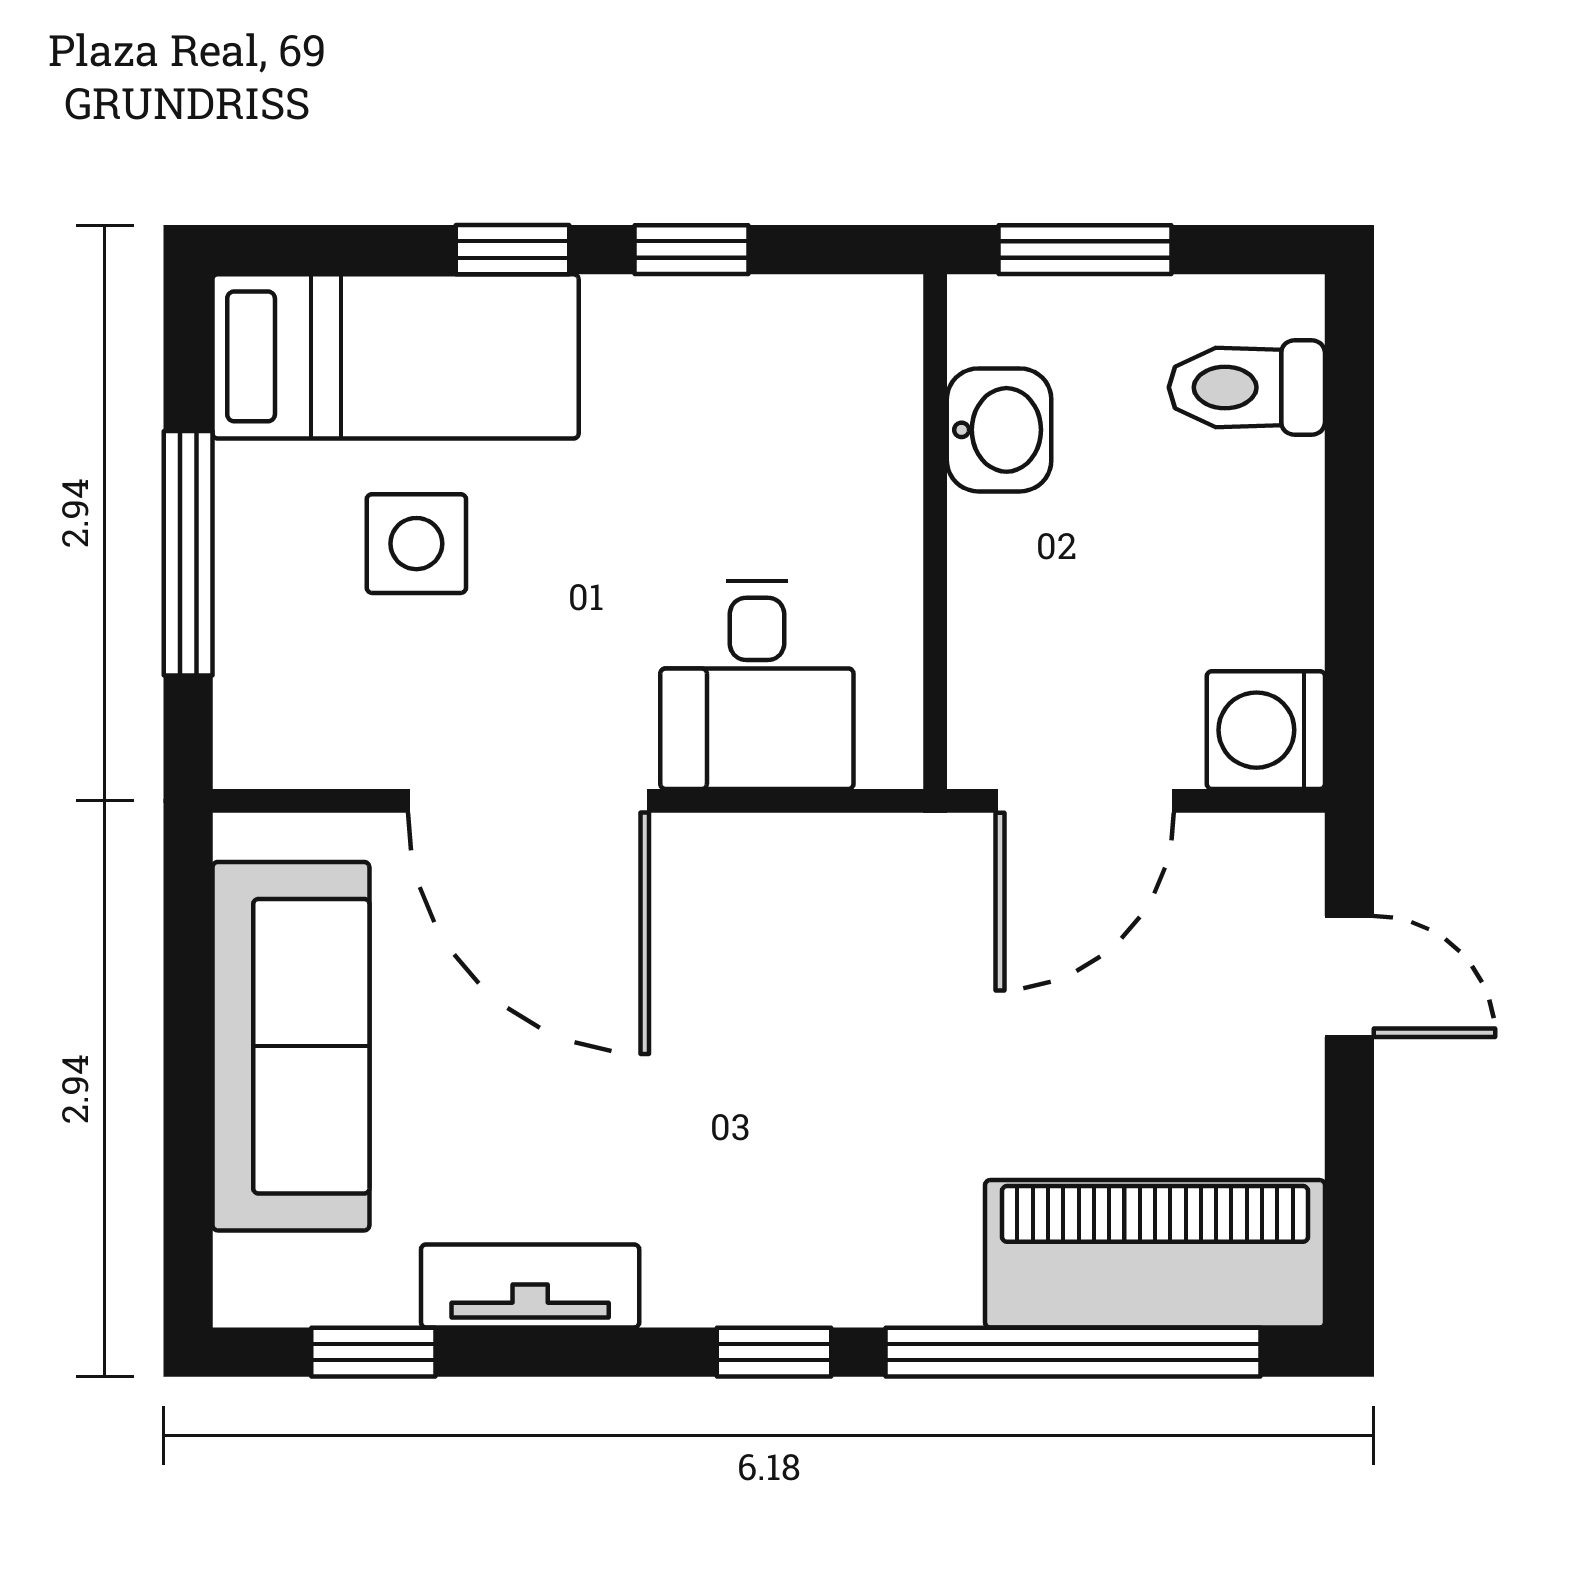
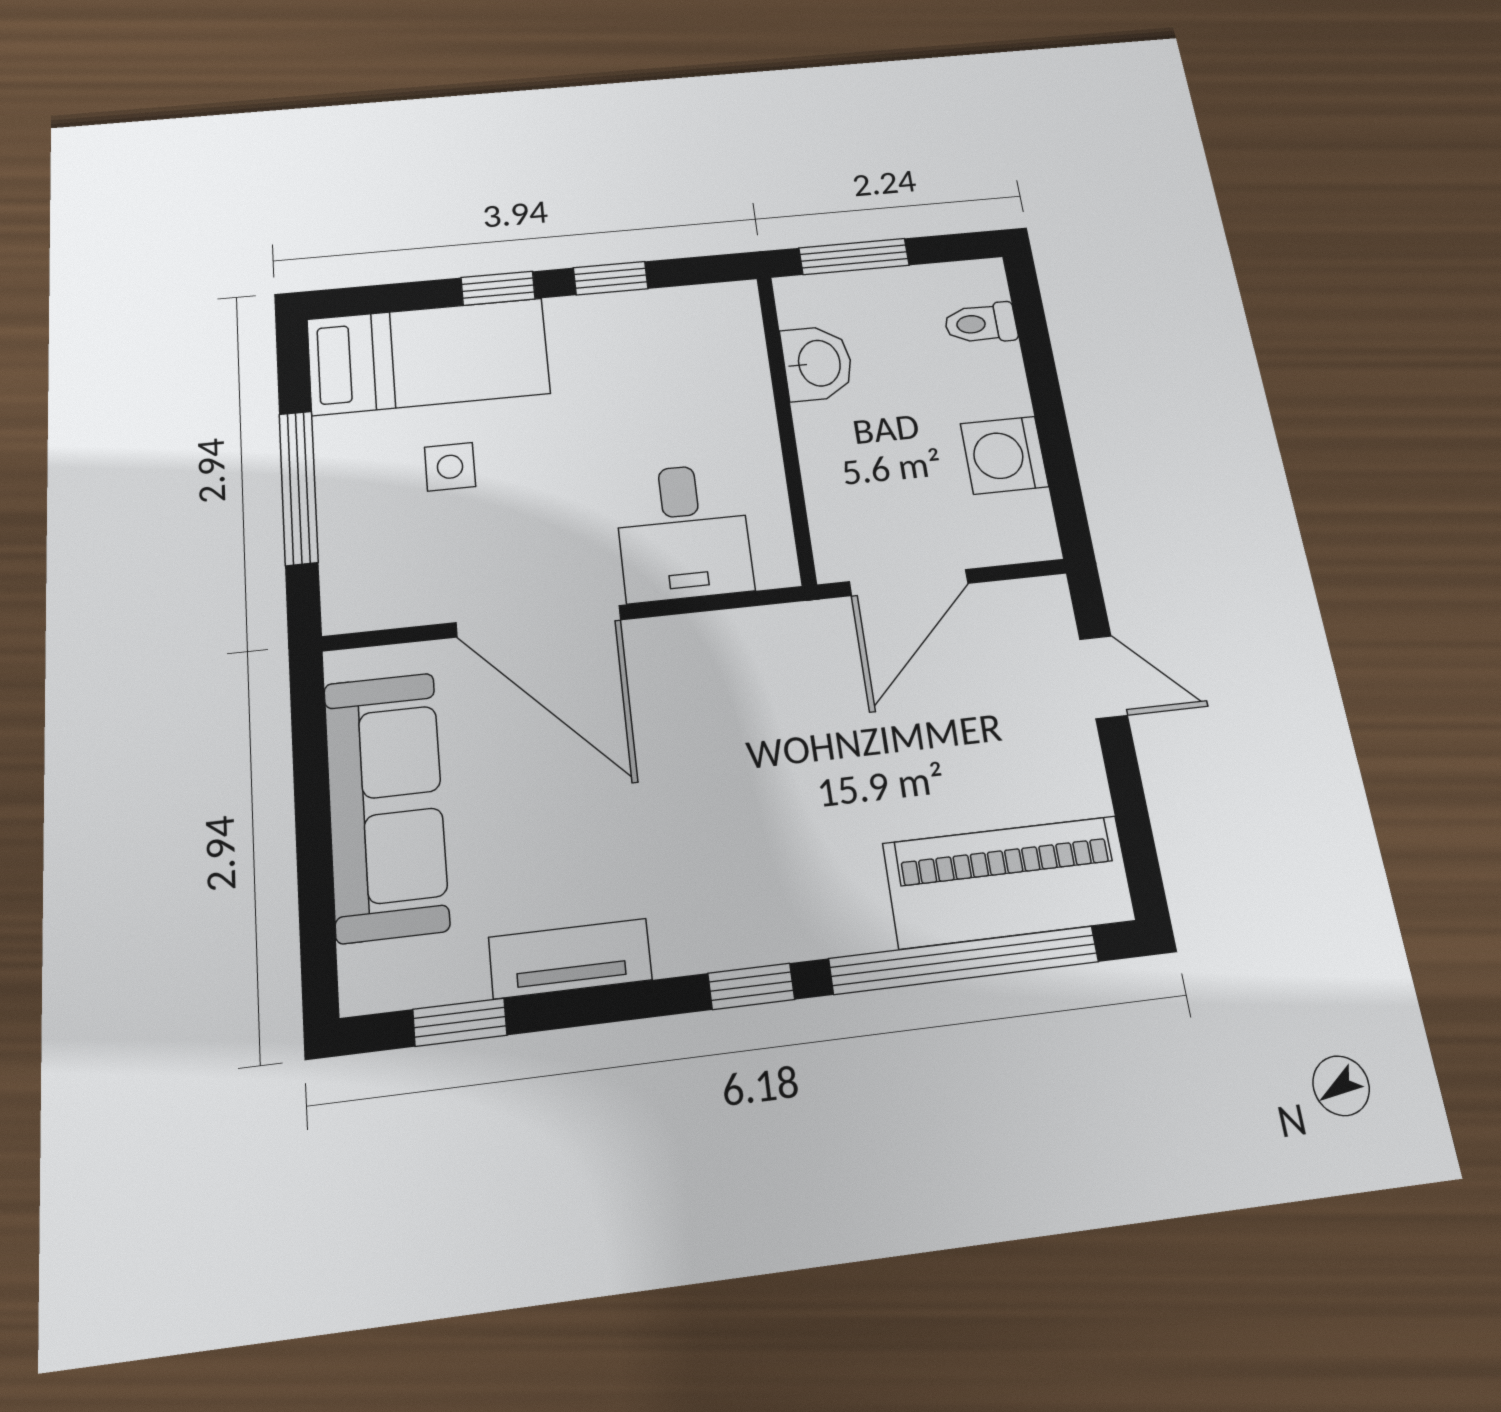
toilet: (1247, 387) -> (981, 323), width x0.73, depth x0.72
side table: (416, 544) -> (450, 467), width x0.73, depth x0.73
washing machine: (1266, 730) -> (1004, 455), moved

